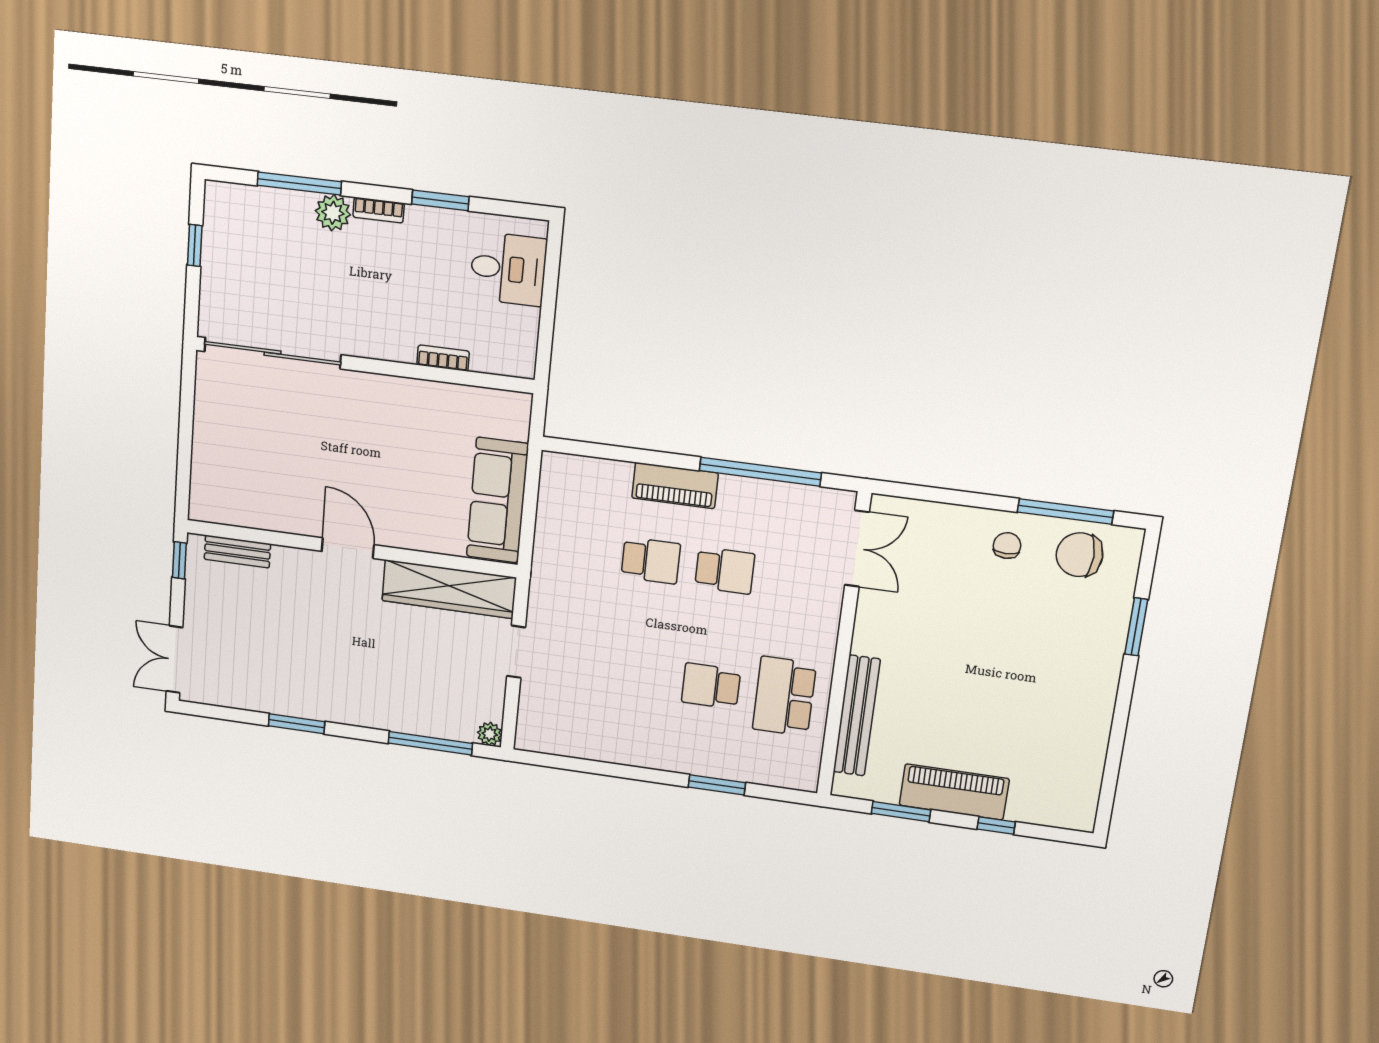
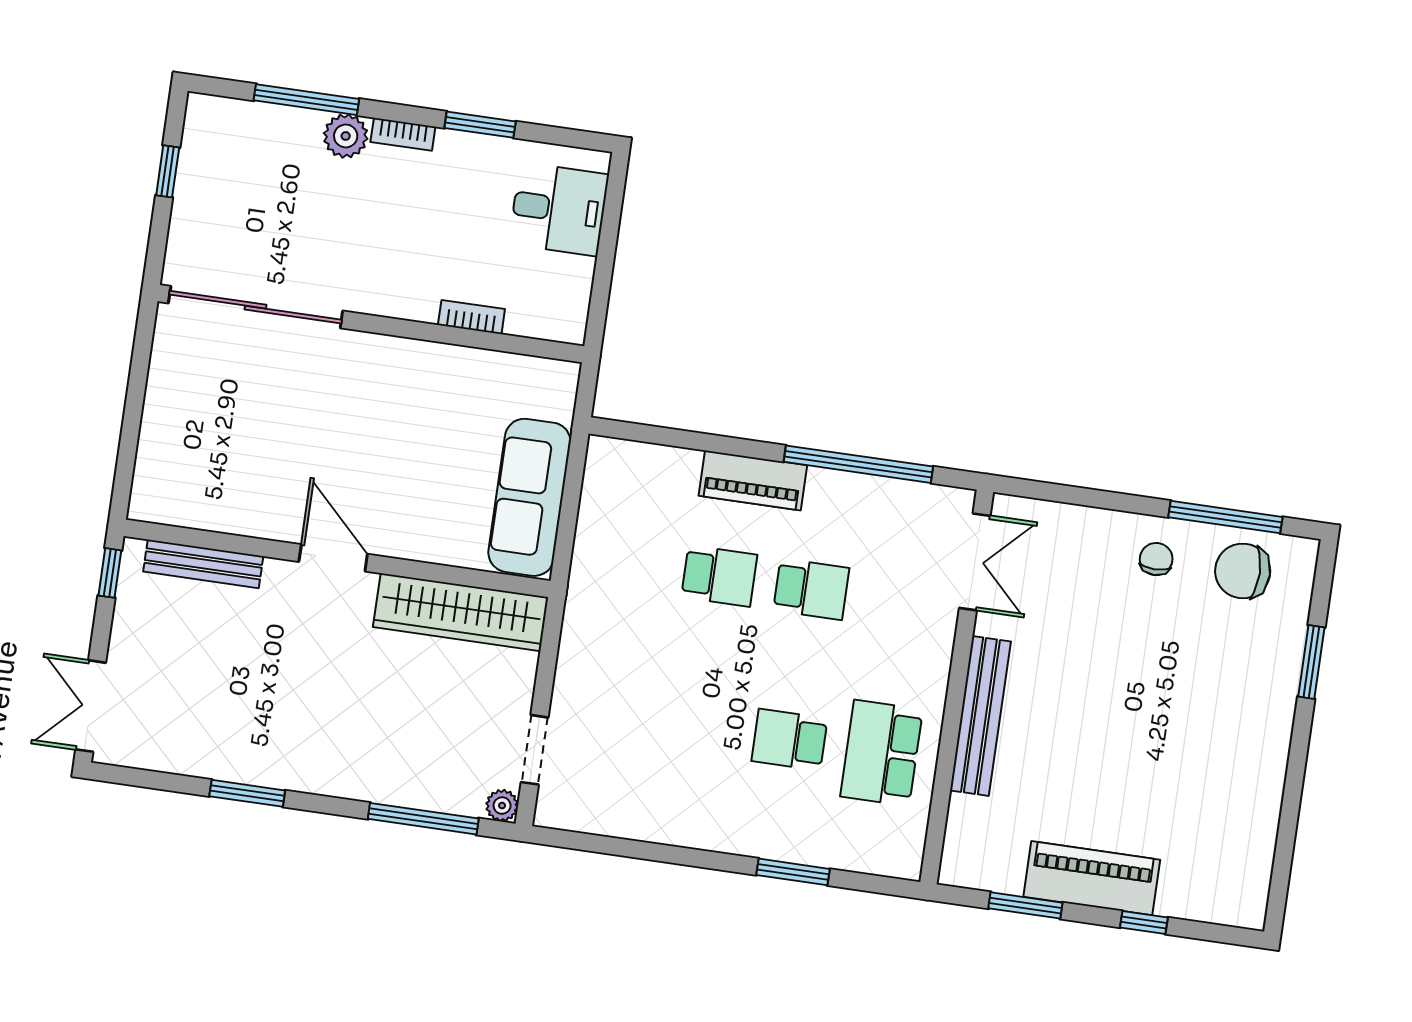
bench: (237, 552) -> (203, 564), width x1.36
doorway: (516, 652) -> (535, 750), moved
bench: (857, 716) -> (980, 716), moved

